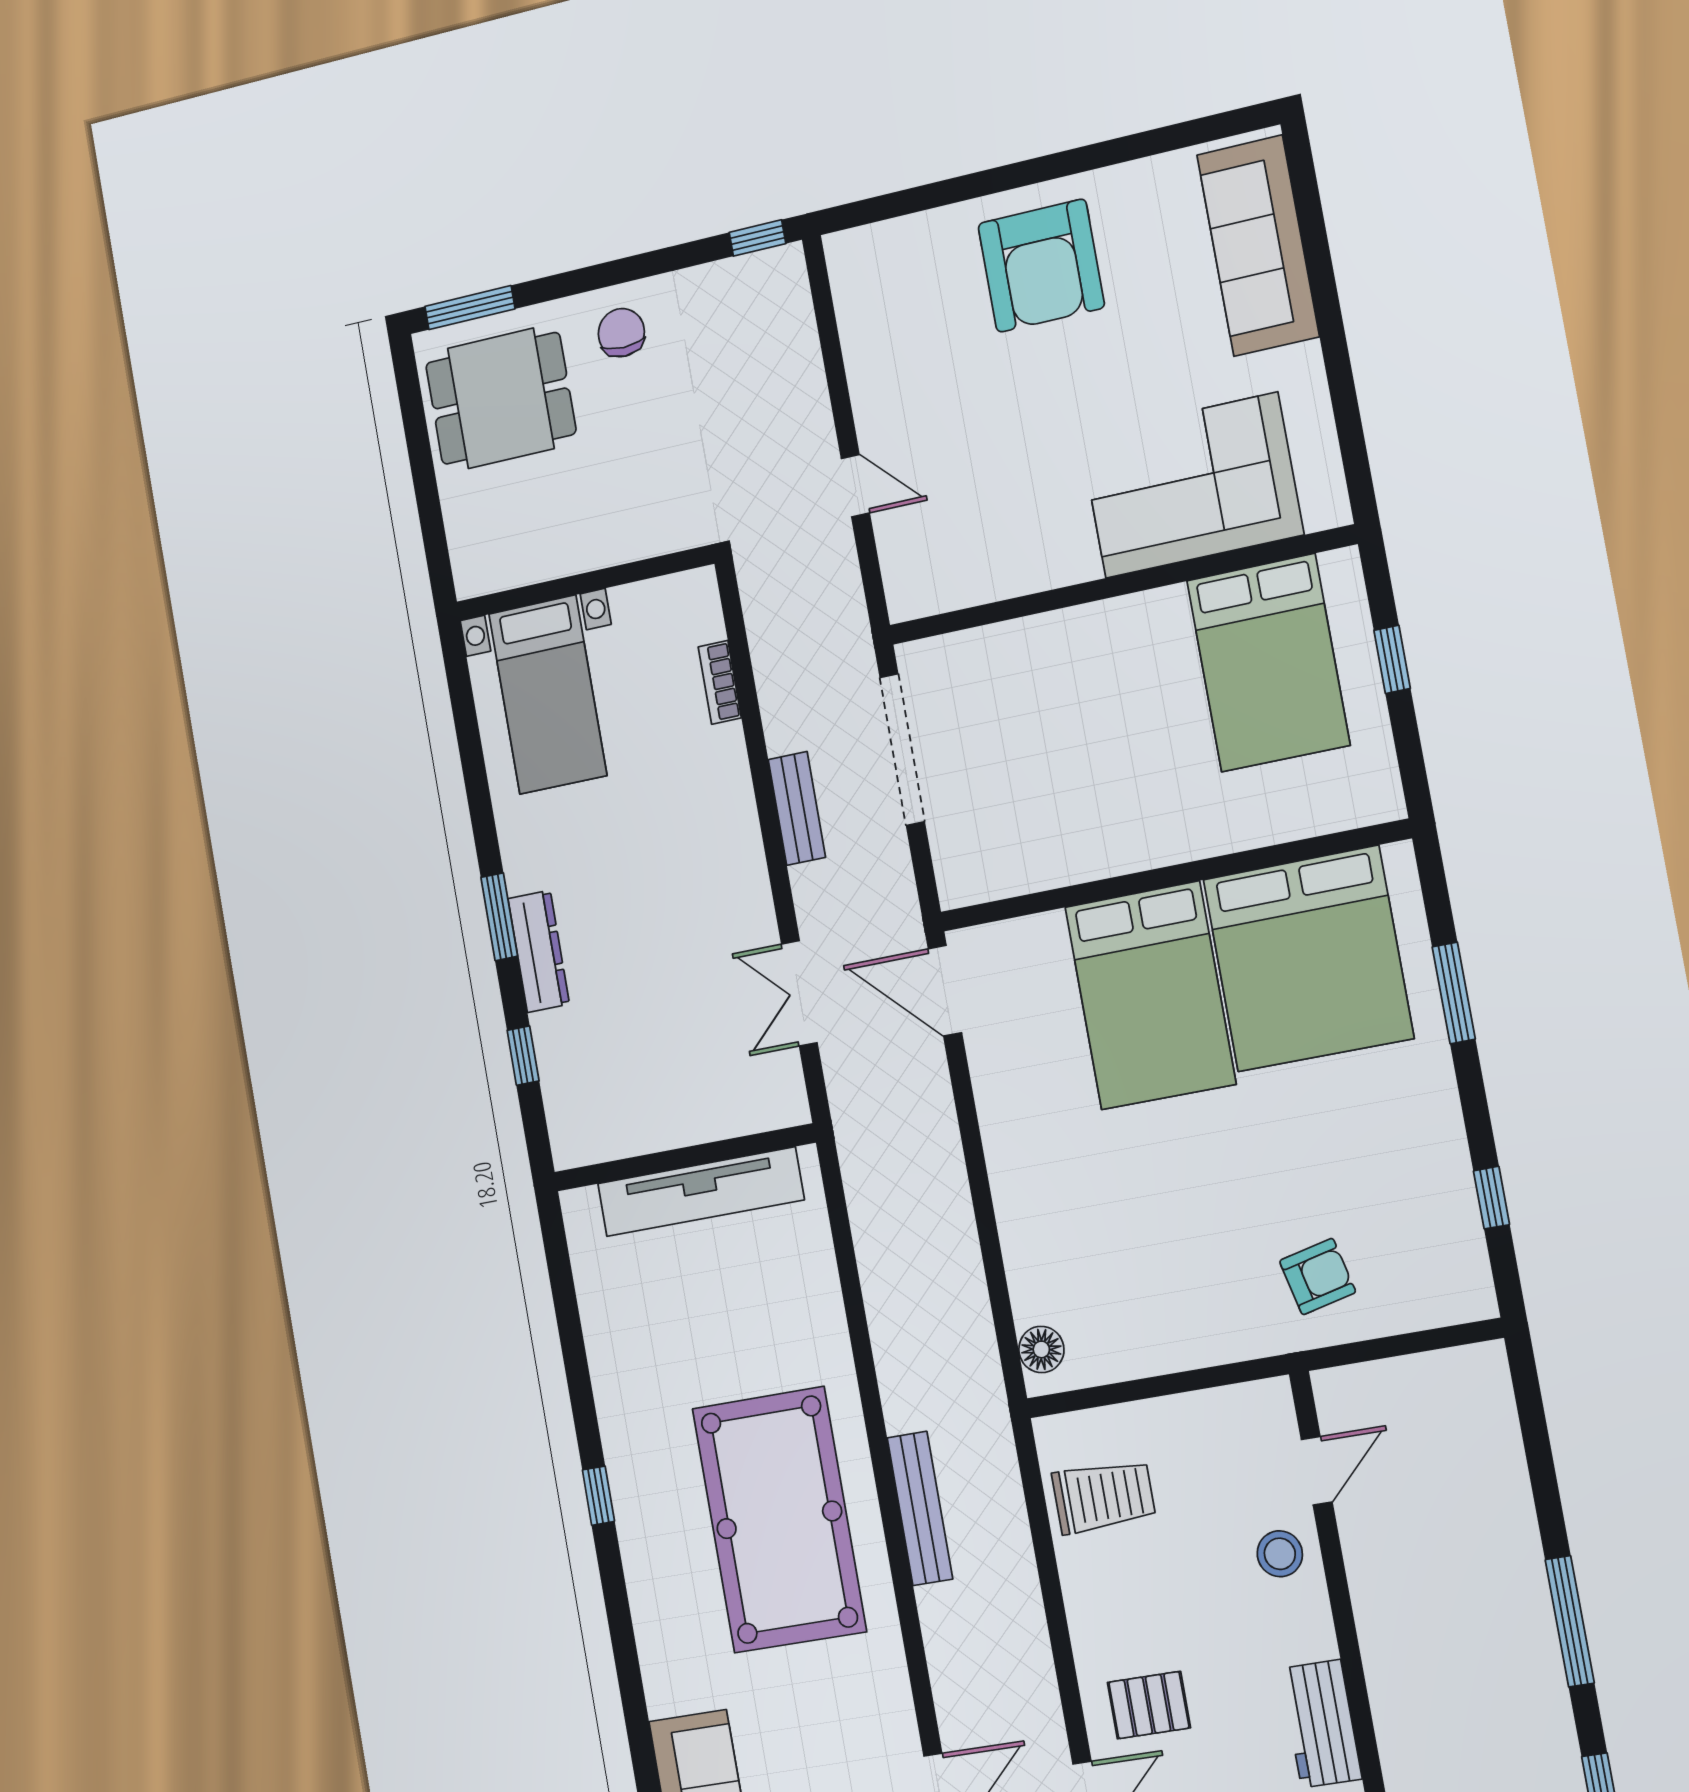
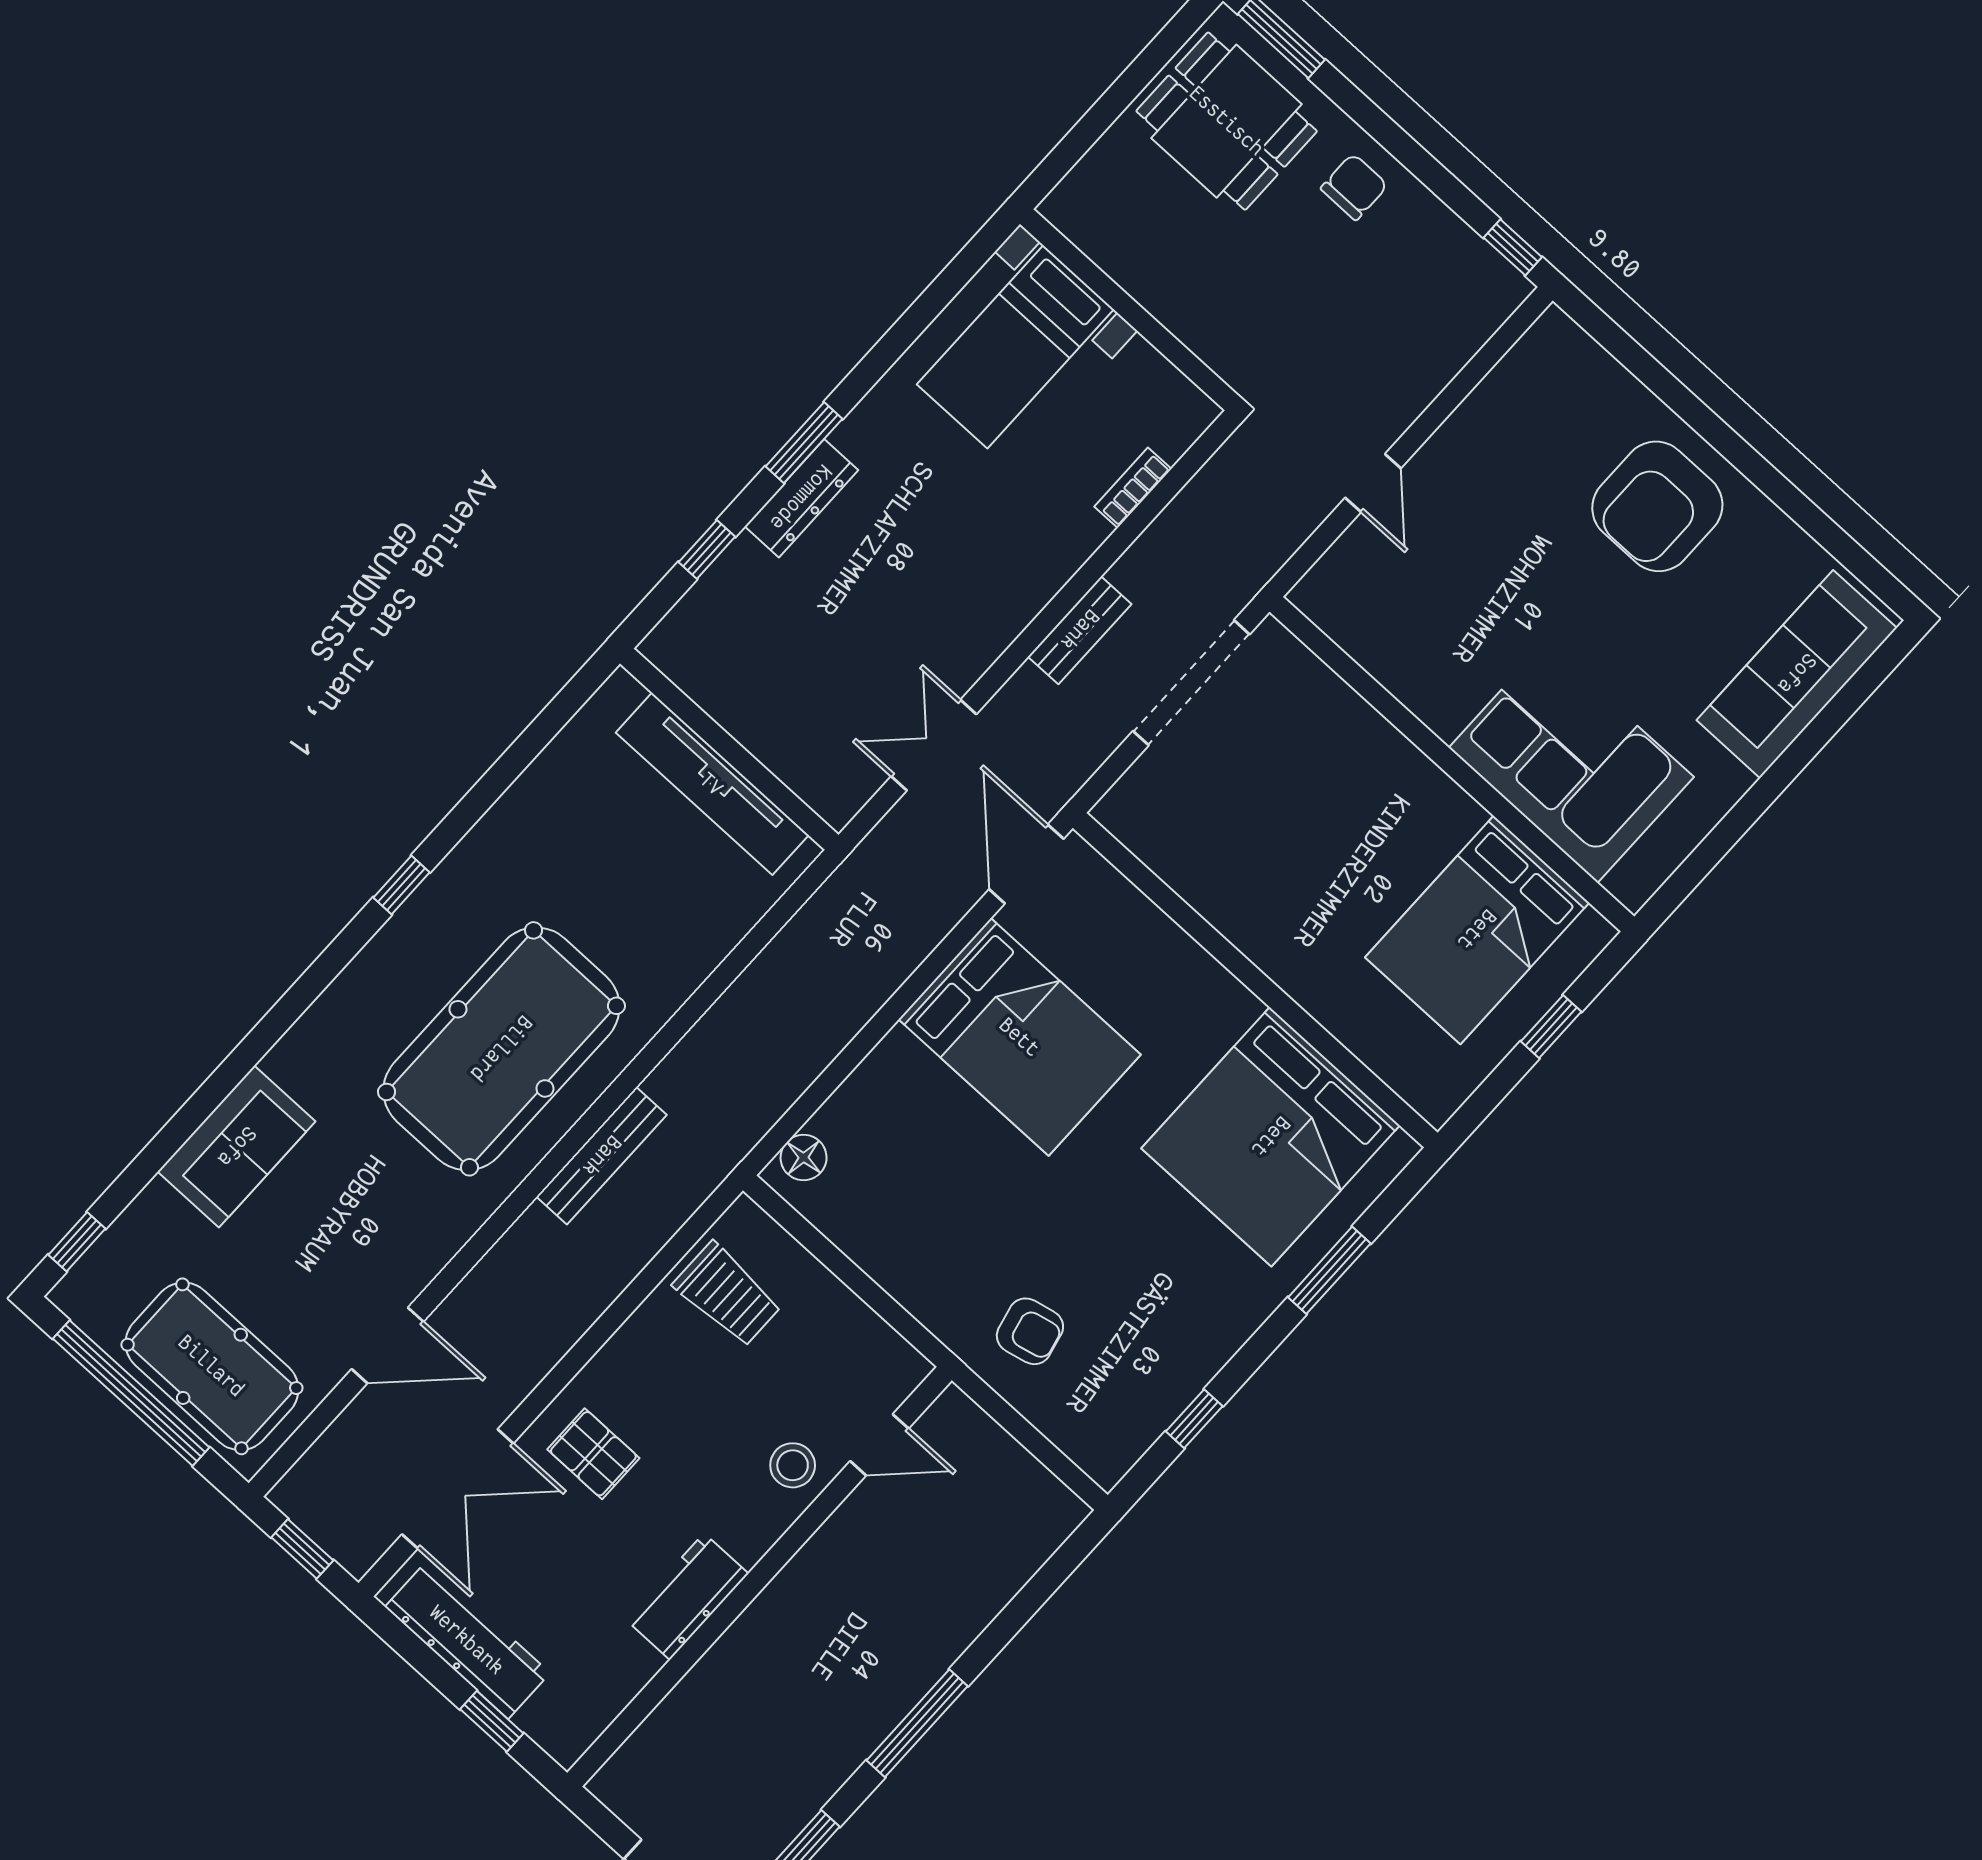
bed: (1150, 995) -> (1020, 1037), moved, turned -90

